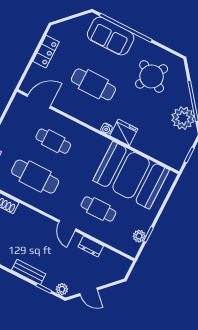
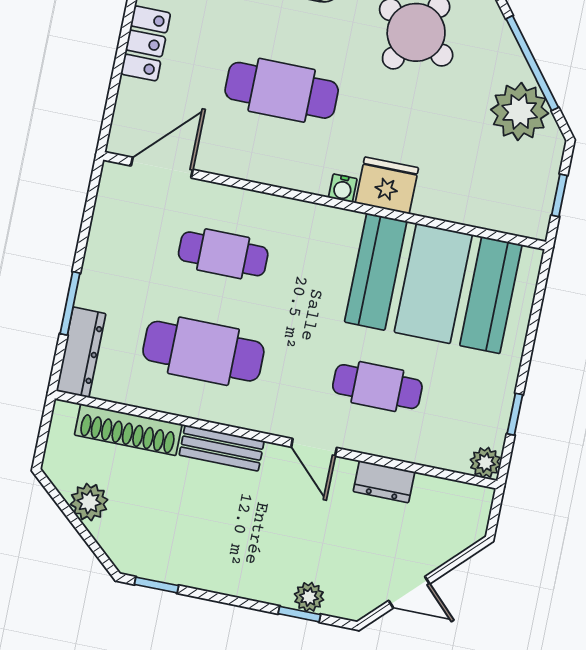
plant: (139, 236) -> (485, 463), moved
bench: (29, 272) -> (222, 448), moved
plant: (62, 289) -> (309, 597), moved

